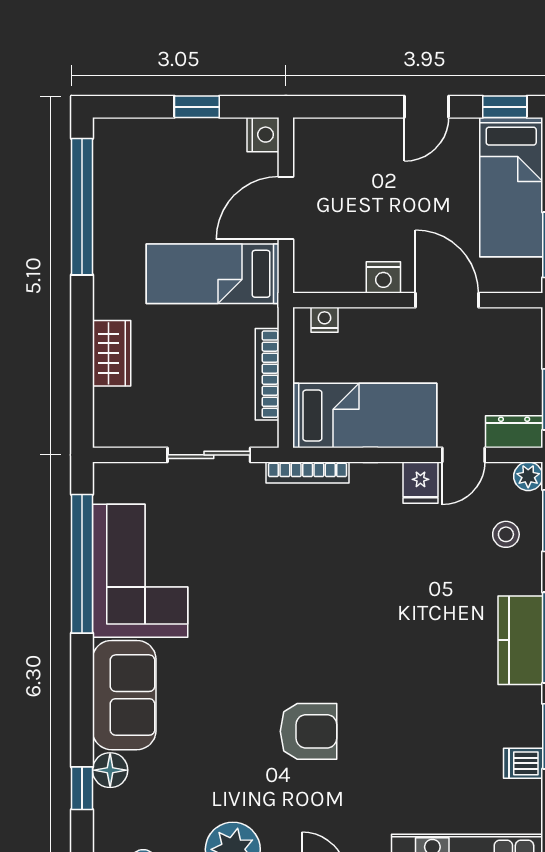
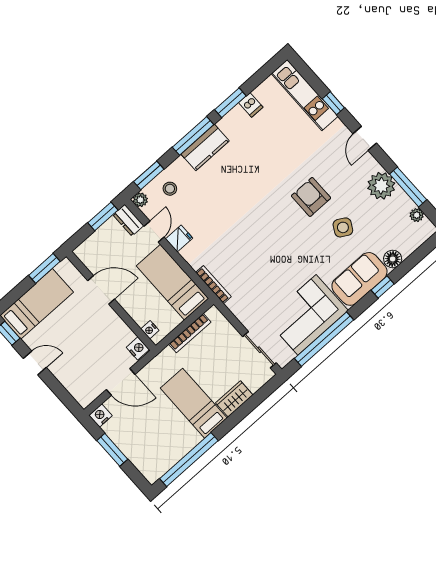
window: (197, 107) -> (112, 450), width x1.50
bed: (213, 274) -> (194, 403), moved, turned 180
nightstand: (383, 277) -> (138, 348), moved
door: (447, 300) -> (101, 290), swing flipped
sliding door: (209, 455) -> (259, 350), moved
door: (463, 455) -> (154, 232), hinge flipped
side table: (222, 738) -> (343, 227), added
window: (82, 788) -> (383, 287), moved

